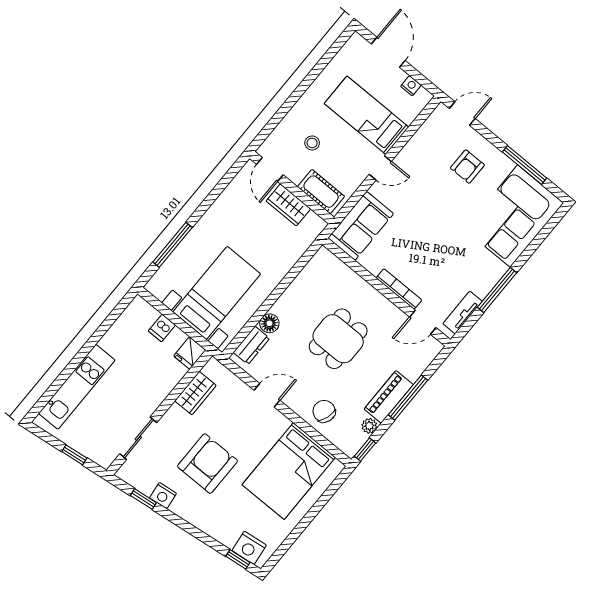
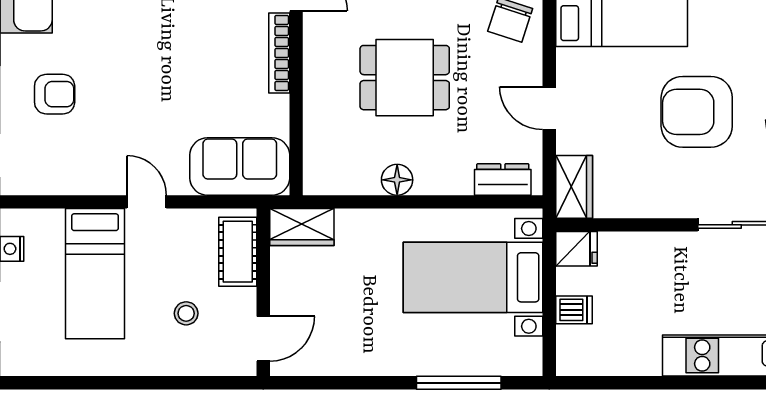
wardrobe: (288, 205) -> (302, 227), moved, turned 90
floor lamp: (269, 323) -> (397, 180), moved
wardrobe: (195, 393) -> (574, 187), moved, turned 90

